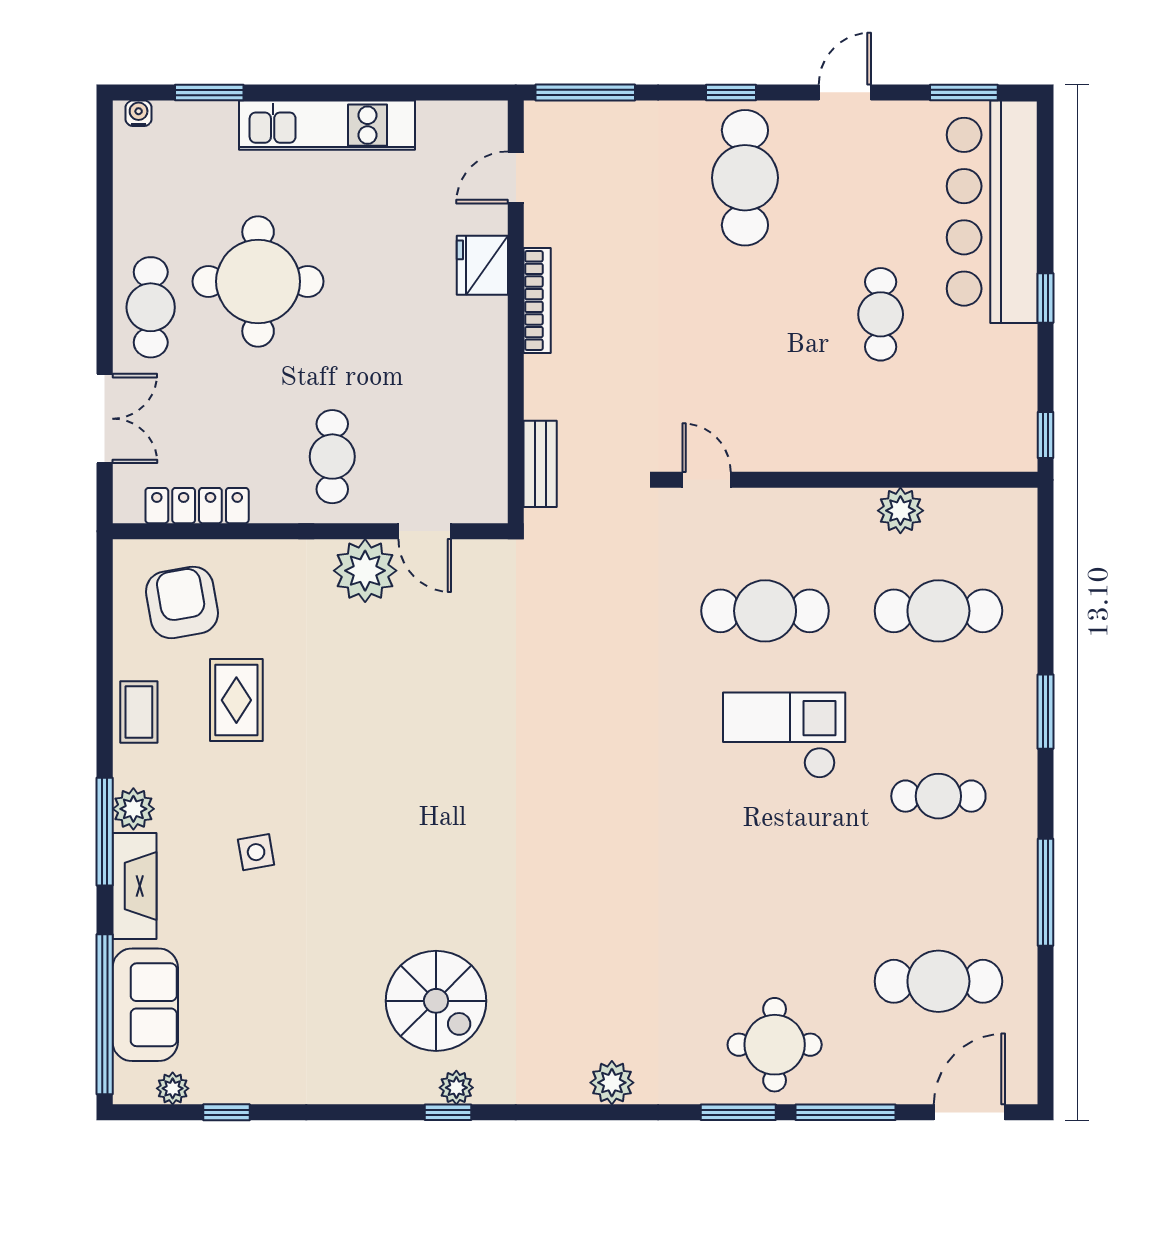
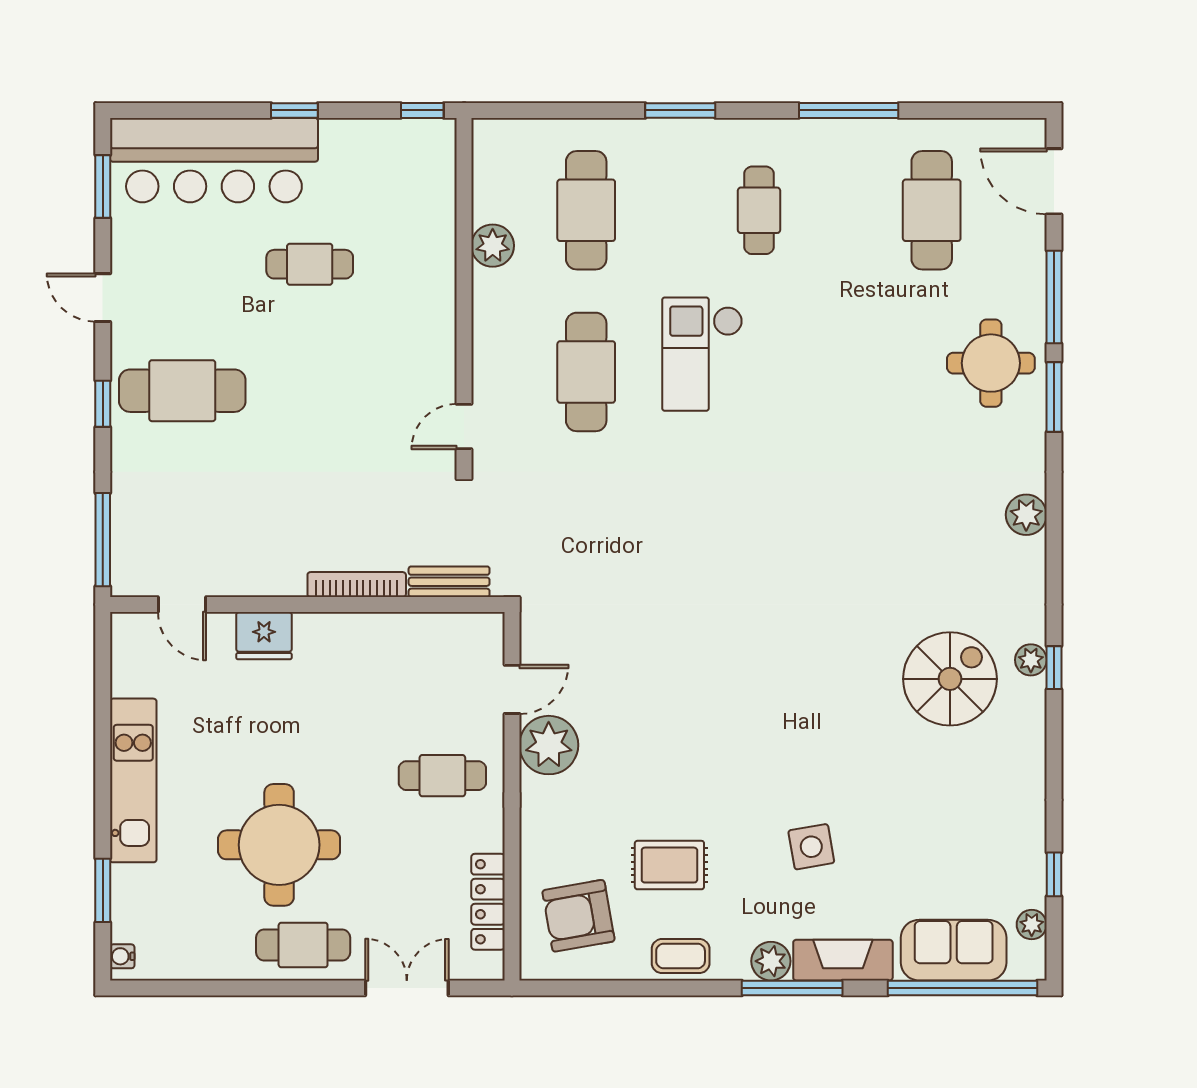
bookcase: (537, 301) -> (357, 585), moved
side table: (256, 852) -> (811, 847), width x1.37, depth x1.37

